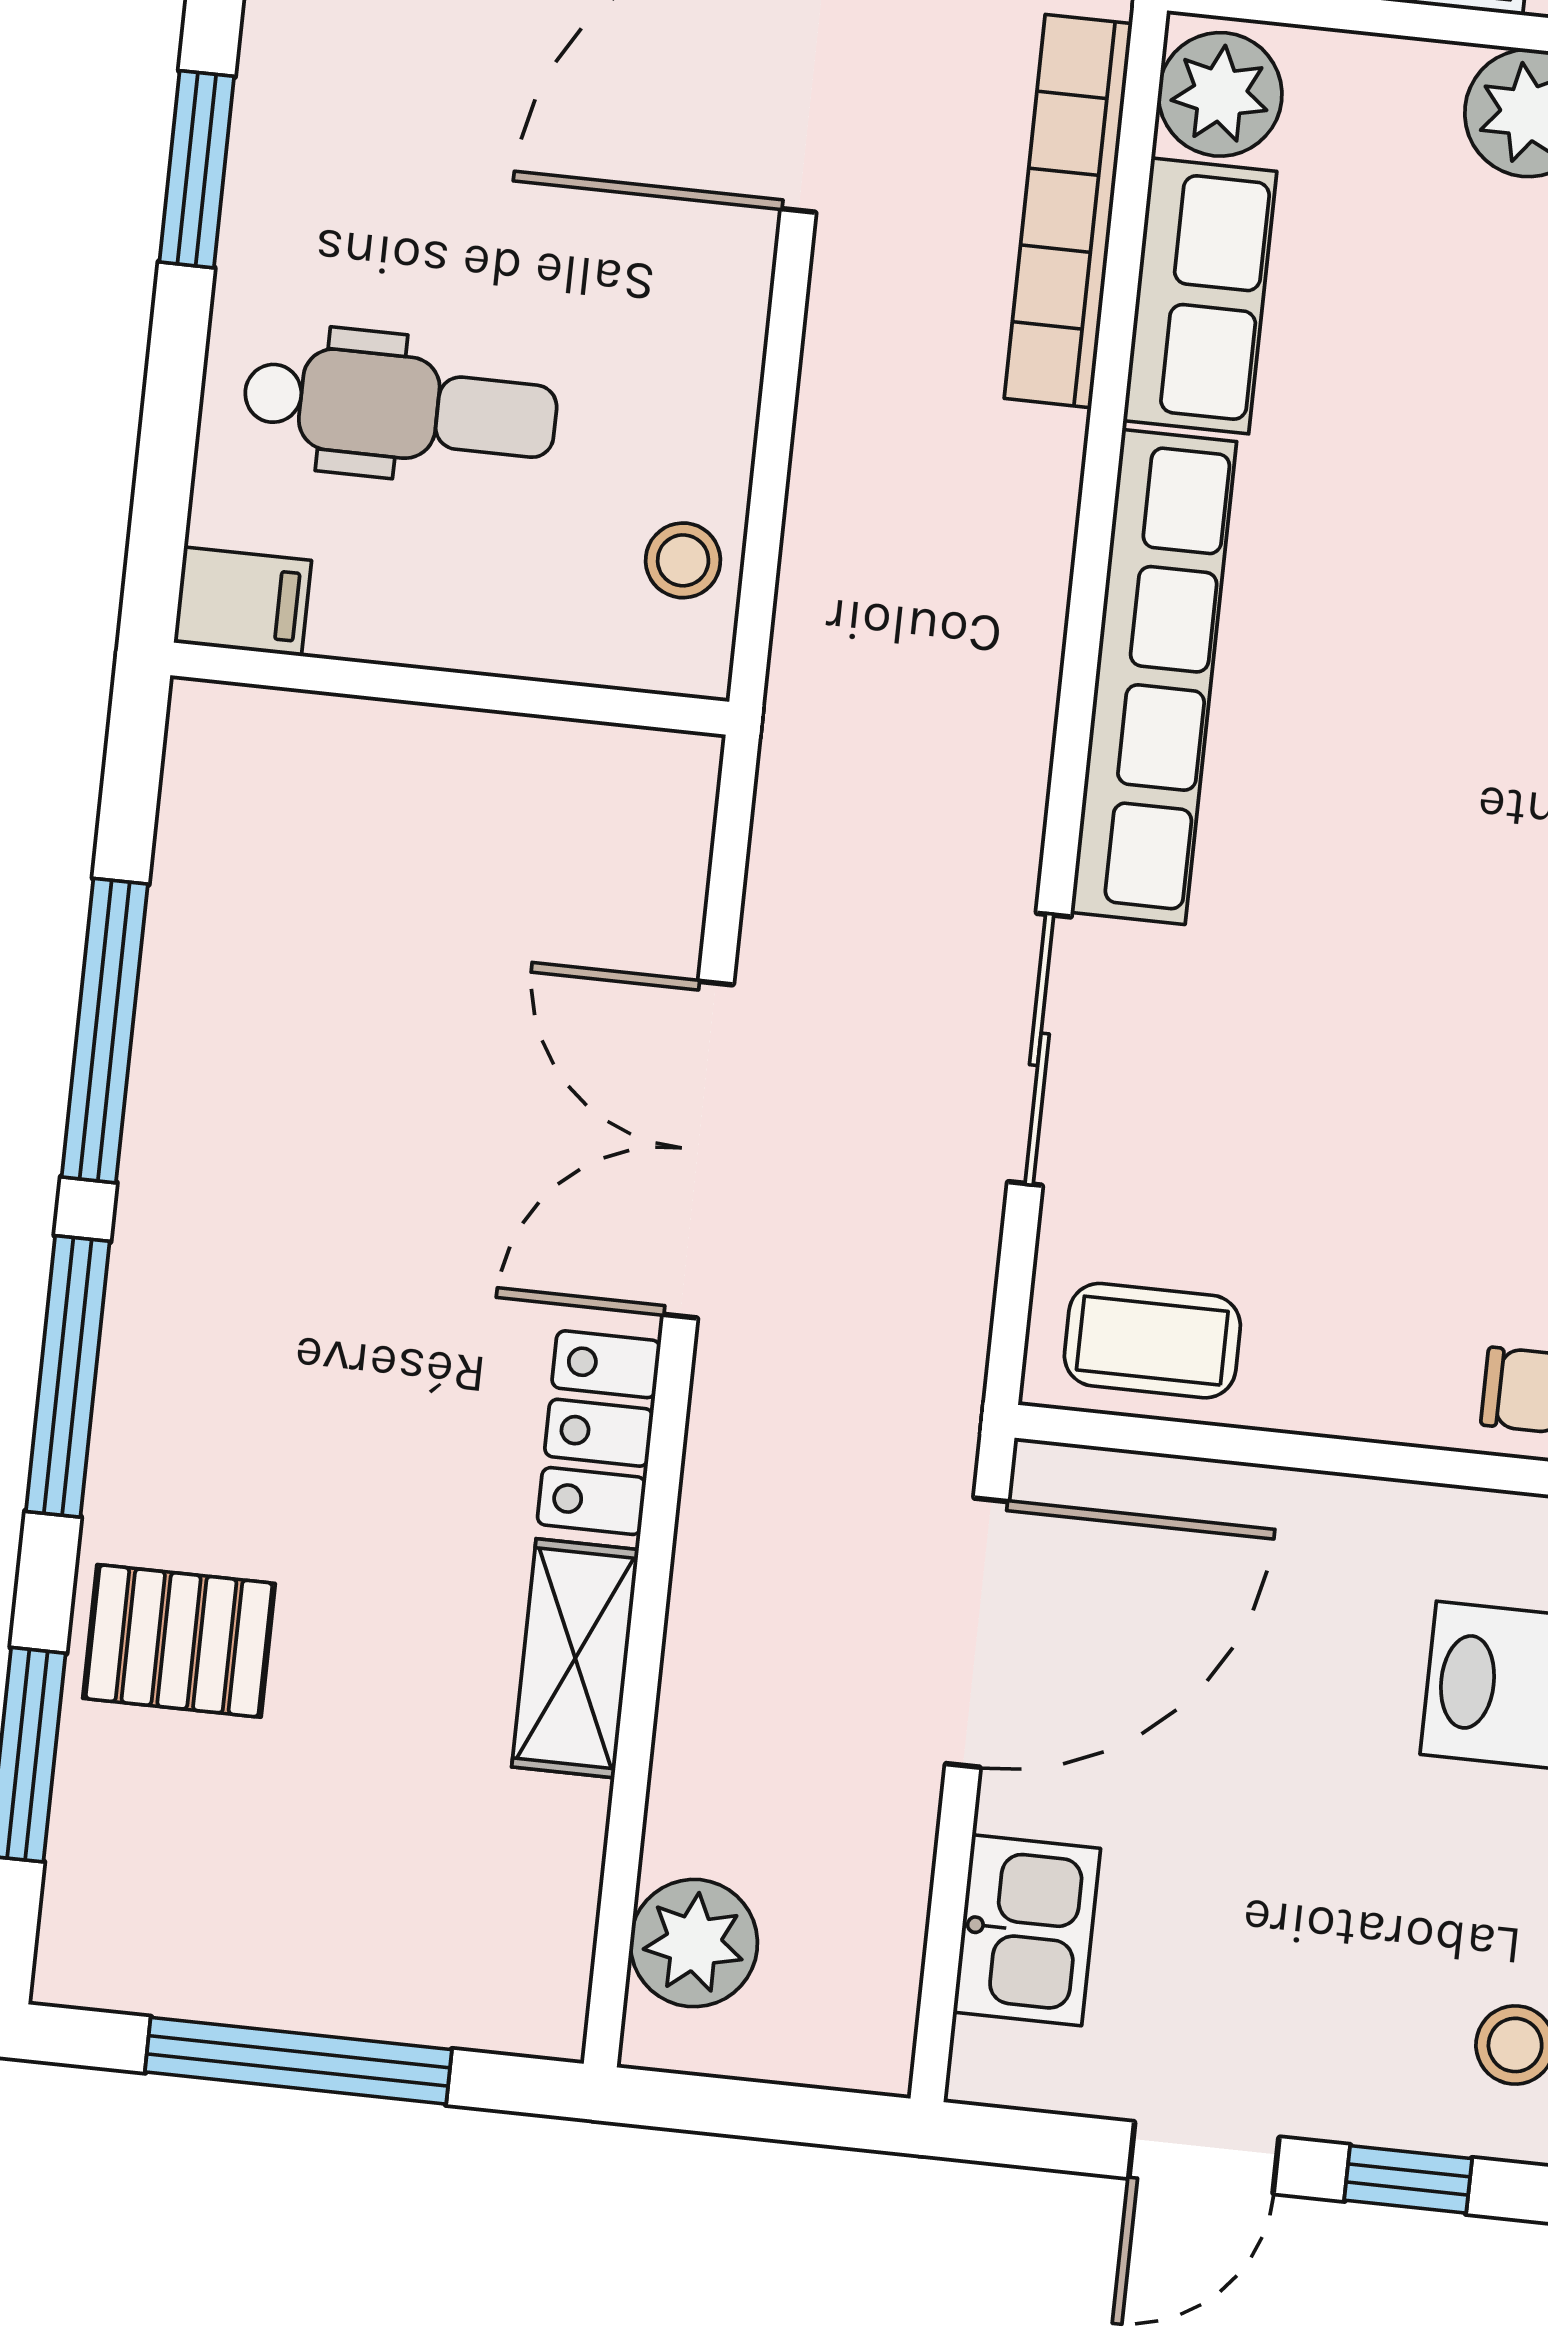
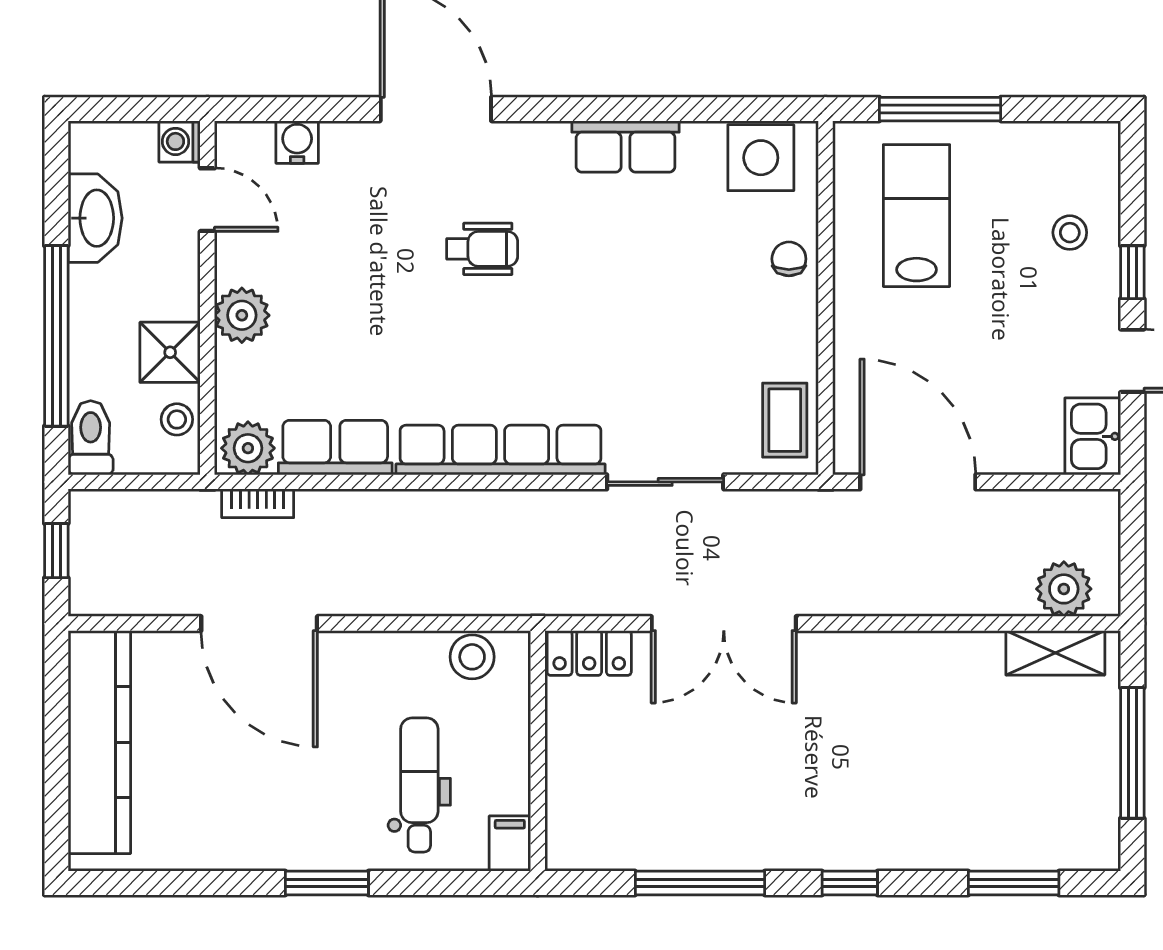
bookcase: (1068, 211) -> (258, 503), width x0.43, depth x0.76
stool: (683, 560) -> (472, 657), width x1.37, depth x1.37
window: (68, 1376) -> (850, 883), width x0.46
locker: (599, 1433) -> (589, 653), moved
pallet: (179, 1641) -> (958, 823), removed
shelving: (575, 1658) -> (1055, 653), moved
kitchen sink: (1027, 1930) -> (1093, 436), moved, turned -90

